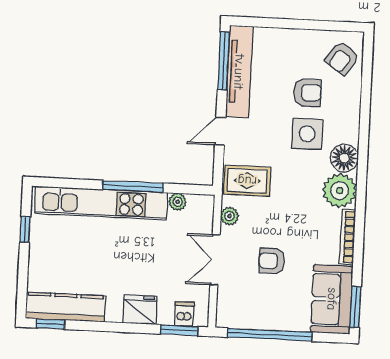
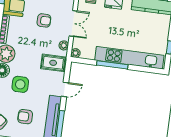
armchair: (307, 93) -> (25, 117), moved
plant: (178, 202) -> (75, 53), moved

